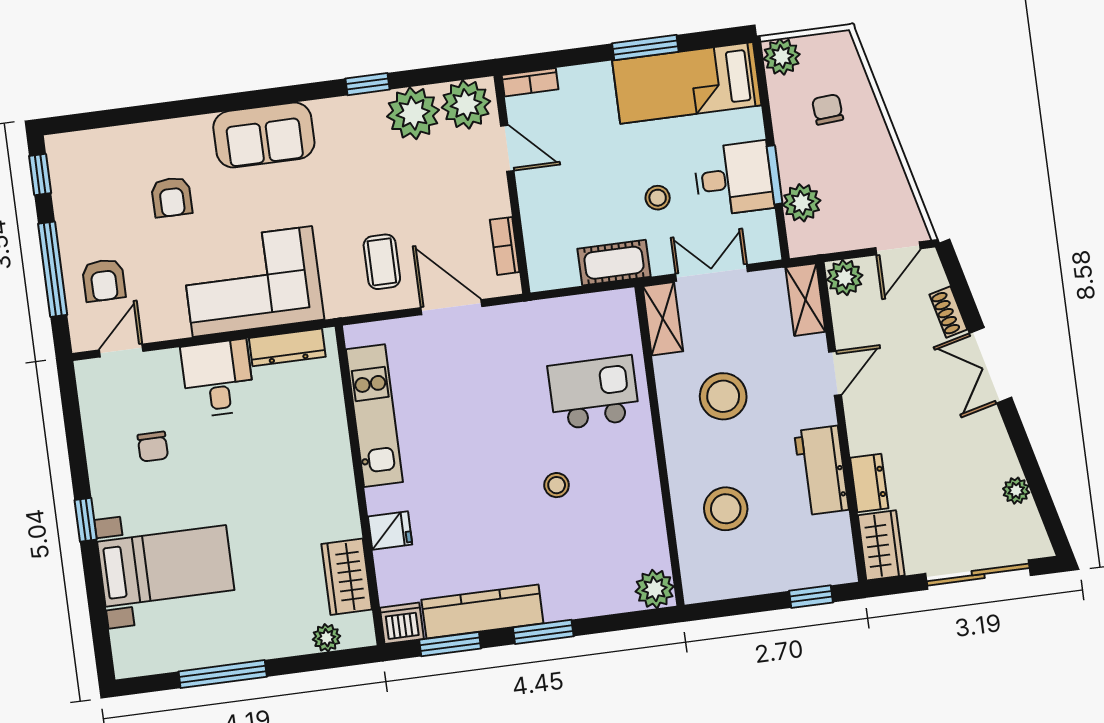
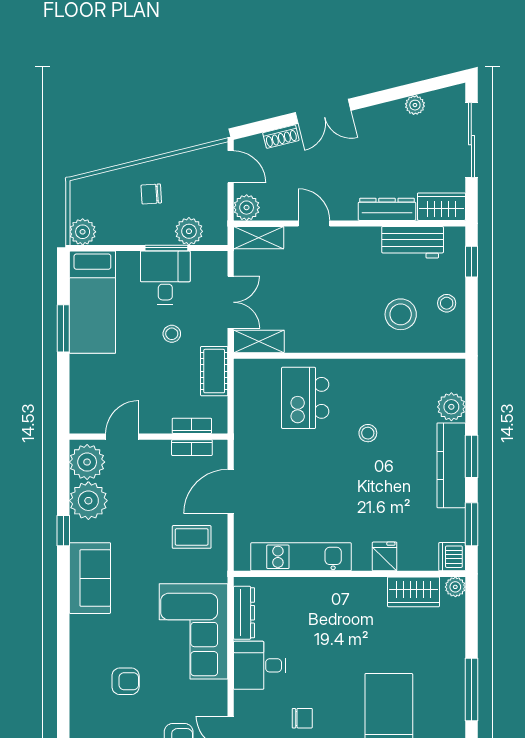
bookcase: (530, 82) -> (192, 426), moved, turned -90
chair: (828, 109) -> (151, 194), moved
sofa: (264, 135) -> (90, 578), moved
double door: (712, 273) -> (231, 302), swing flipped
stool: (723, 396) -> (447, 303), moved, width x0.53, depth x0.53
workbench: (821, 470) -> (413, 242), moved
dresser: (869, 483) -> (387, 209), width x1.44
plant: (655, 589) -> (451, 407), moved
kitchen counter: (482, 611) -> (451, 465), moved
plant: (327, 638) -> (455, 587), moved

